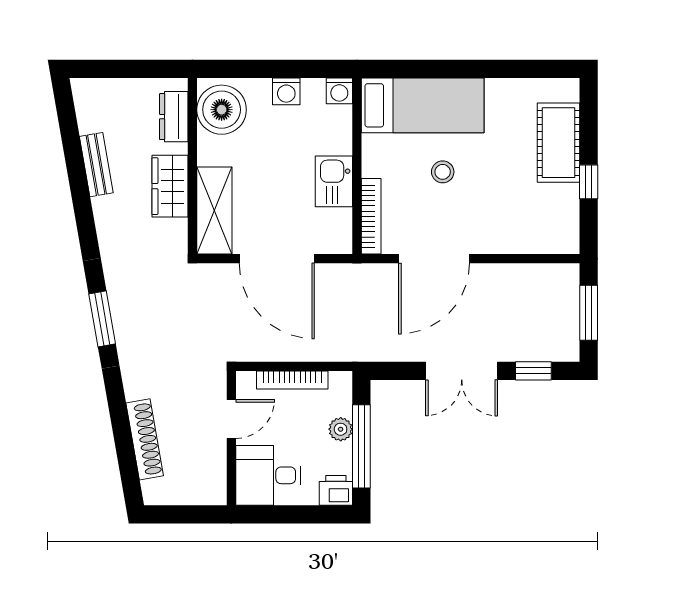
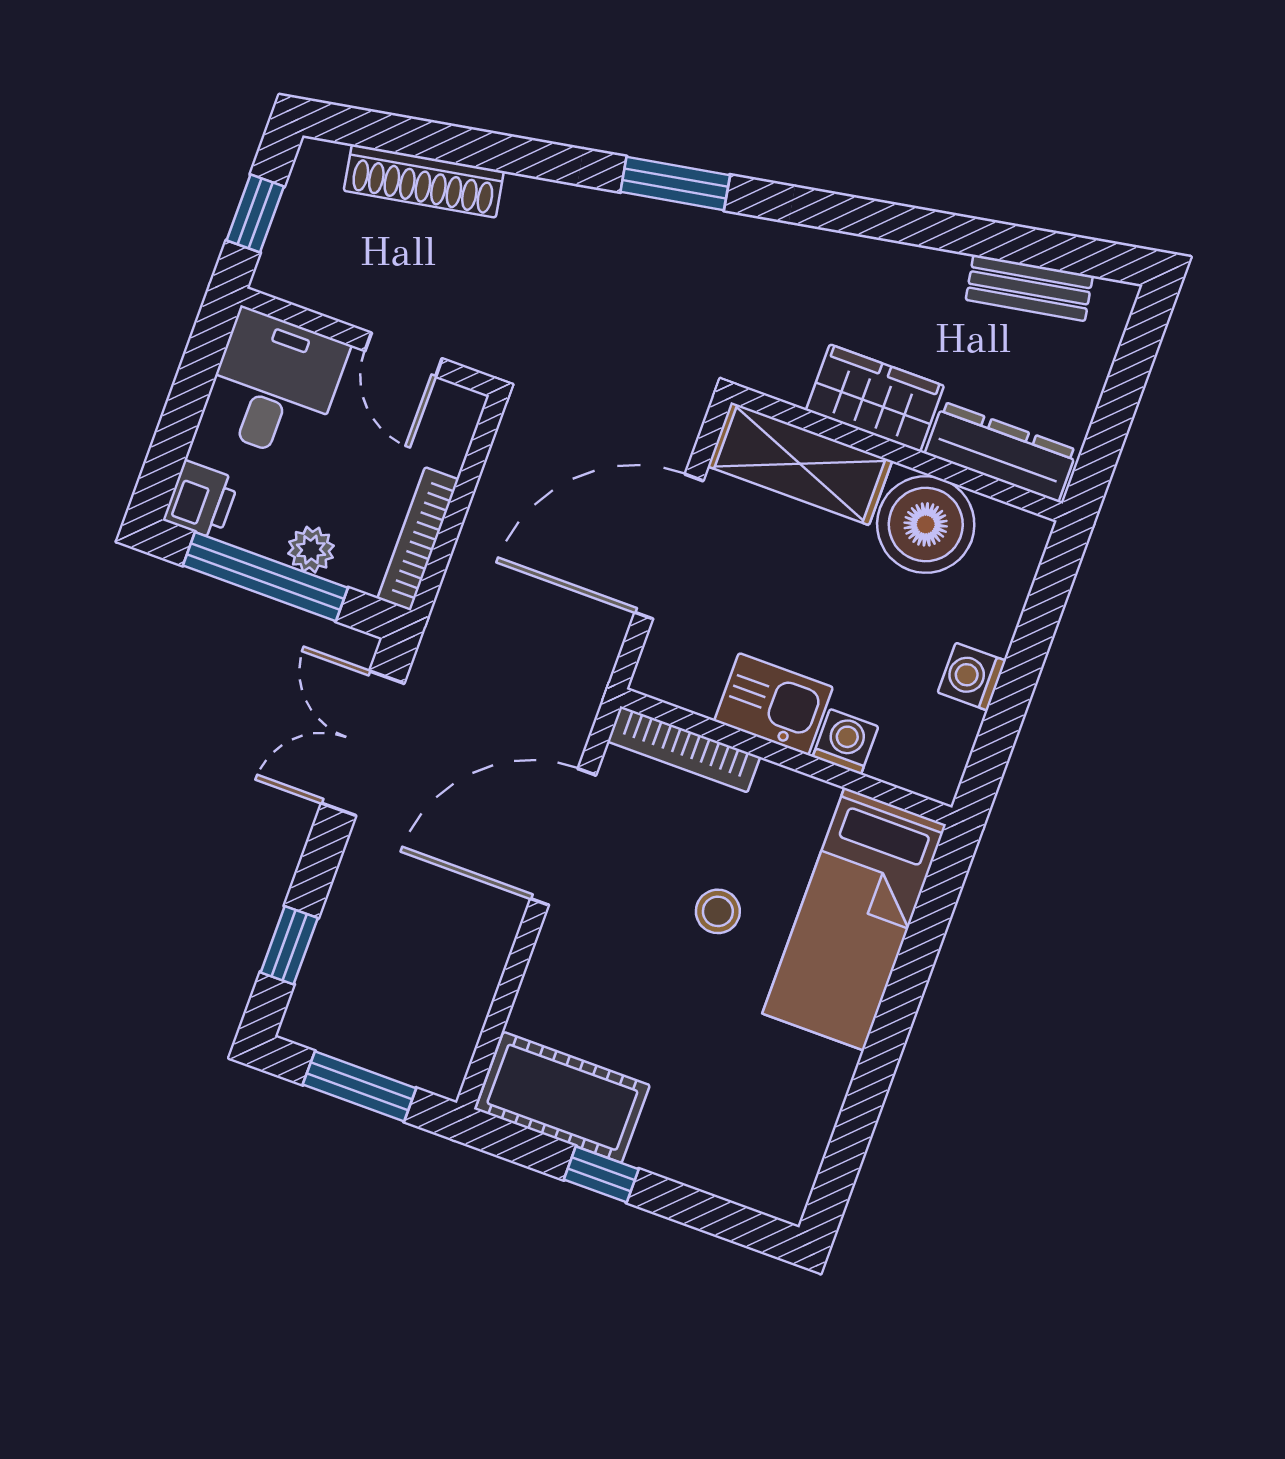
washing machine: (339, 91) -> (845, 742), moved, turned 90
boiler: (222, 110) -> (926, 524), moved
dresser: (174, 117) -> (1001, 452), width x1.44
cot: (559, 143) -> (562, 1097), moved
bench: (96, 165) -> (1029, 288), moved
door: (434, 259) -> (563, 837), hinge flipped
double door: (462, 371) -> (363, 743), moved
bookcase: (292, 380) -> (418, 539), moved
window: (190, 514) -> (255, 213), added

